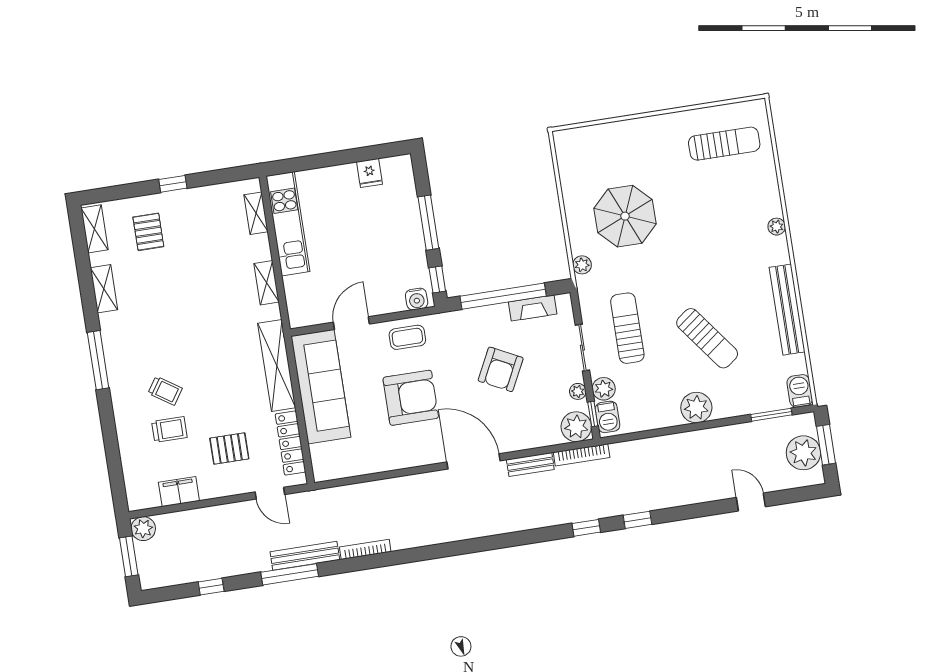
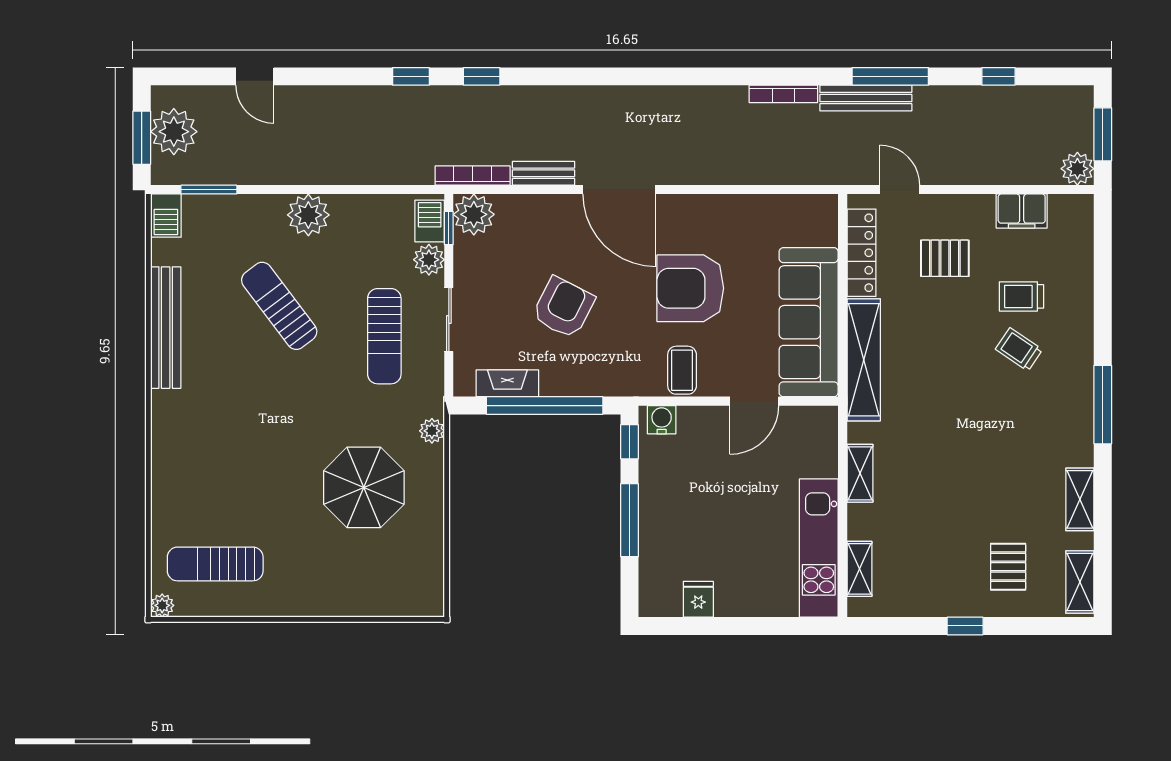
plant: (777, 227) -> (162, 605), moved
coffee table: (407, 337) -> (682, 370), turned 90
plant: (578, 391) -> (464, 262), removed

